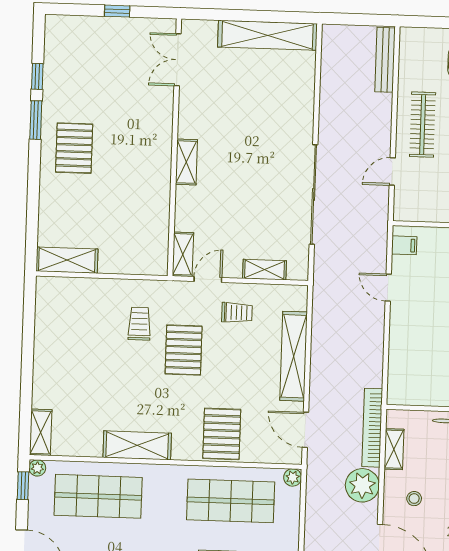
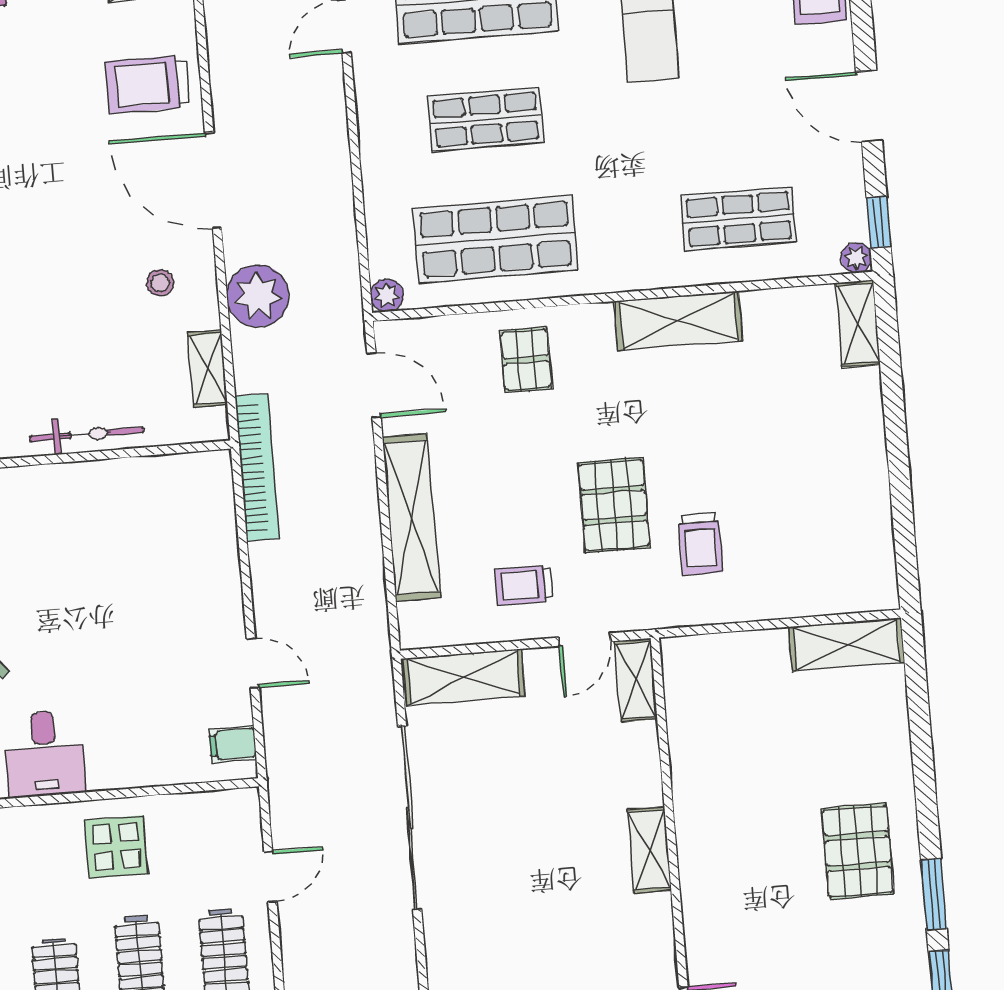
shelving: (264, 270) -> (464, 677), width x1.50, depth x1.33
bookcase: (372, 428) -> (257, 467), moved
pallet: (222, 434) -> (526, 360), width x0.67, depth x0.71
shop shelf: (98, 496) -> (739, 219), width x0.70, depth x0.74

